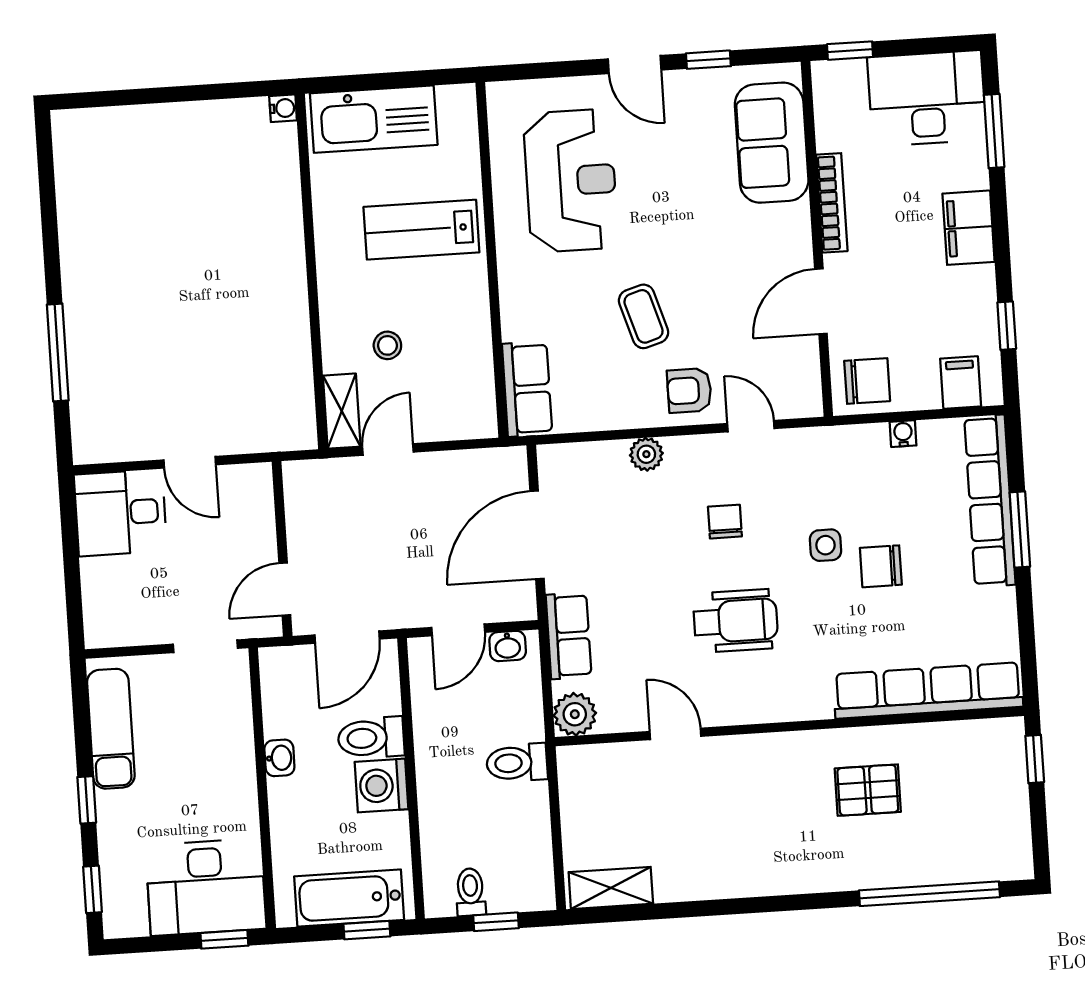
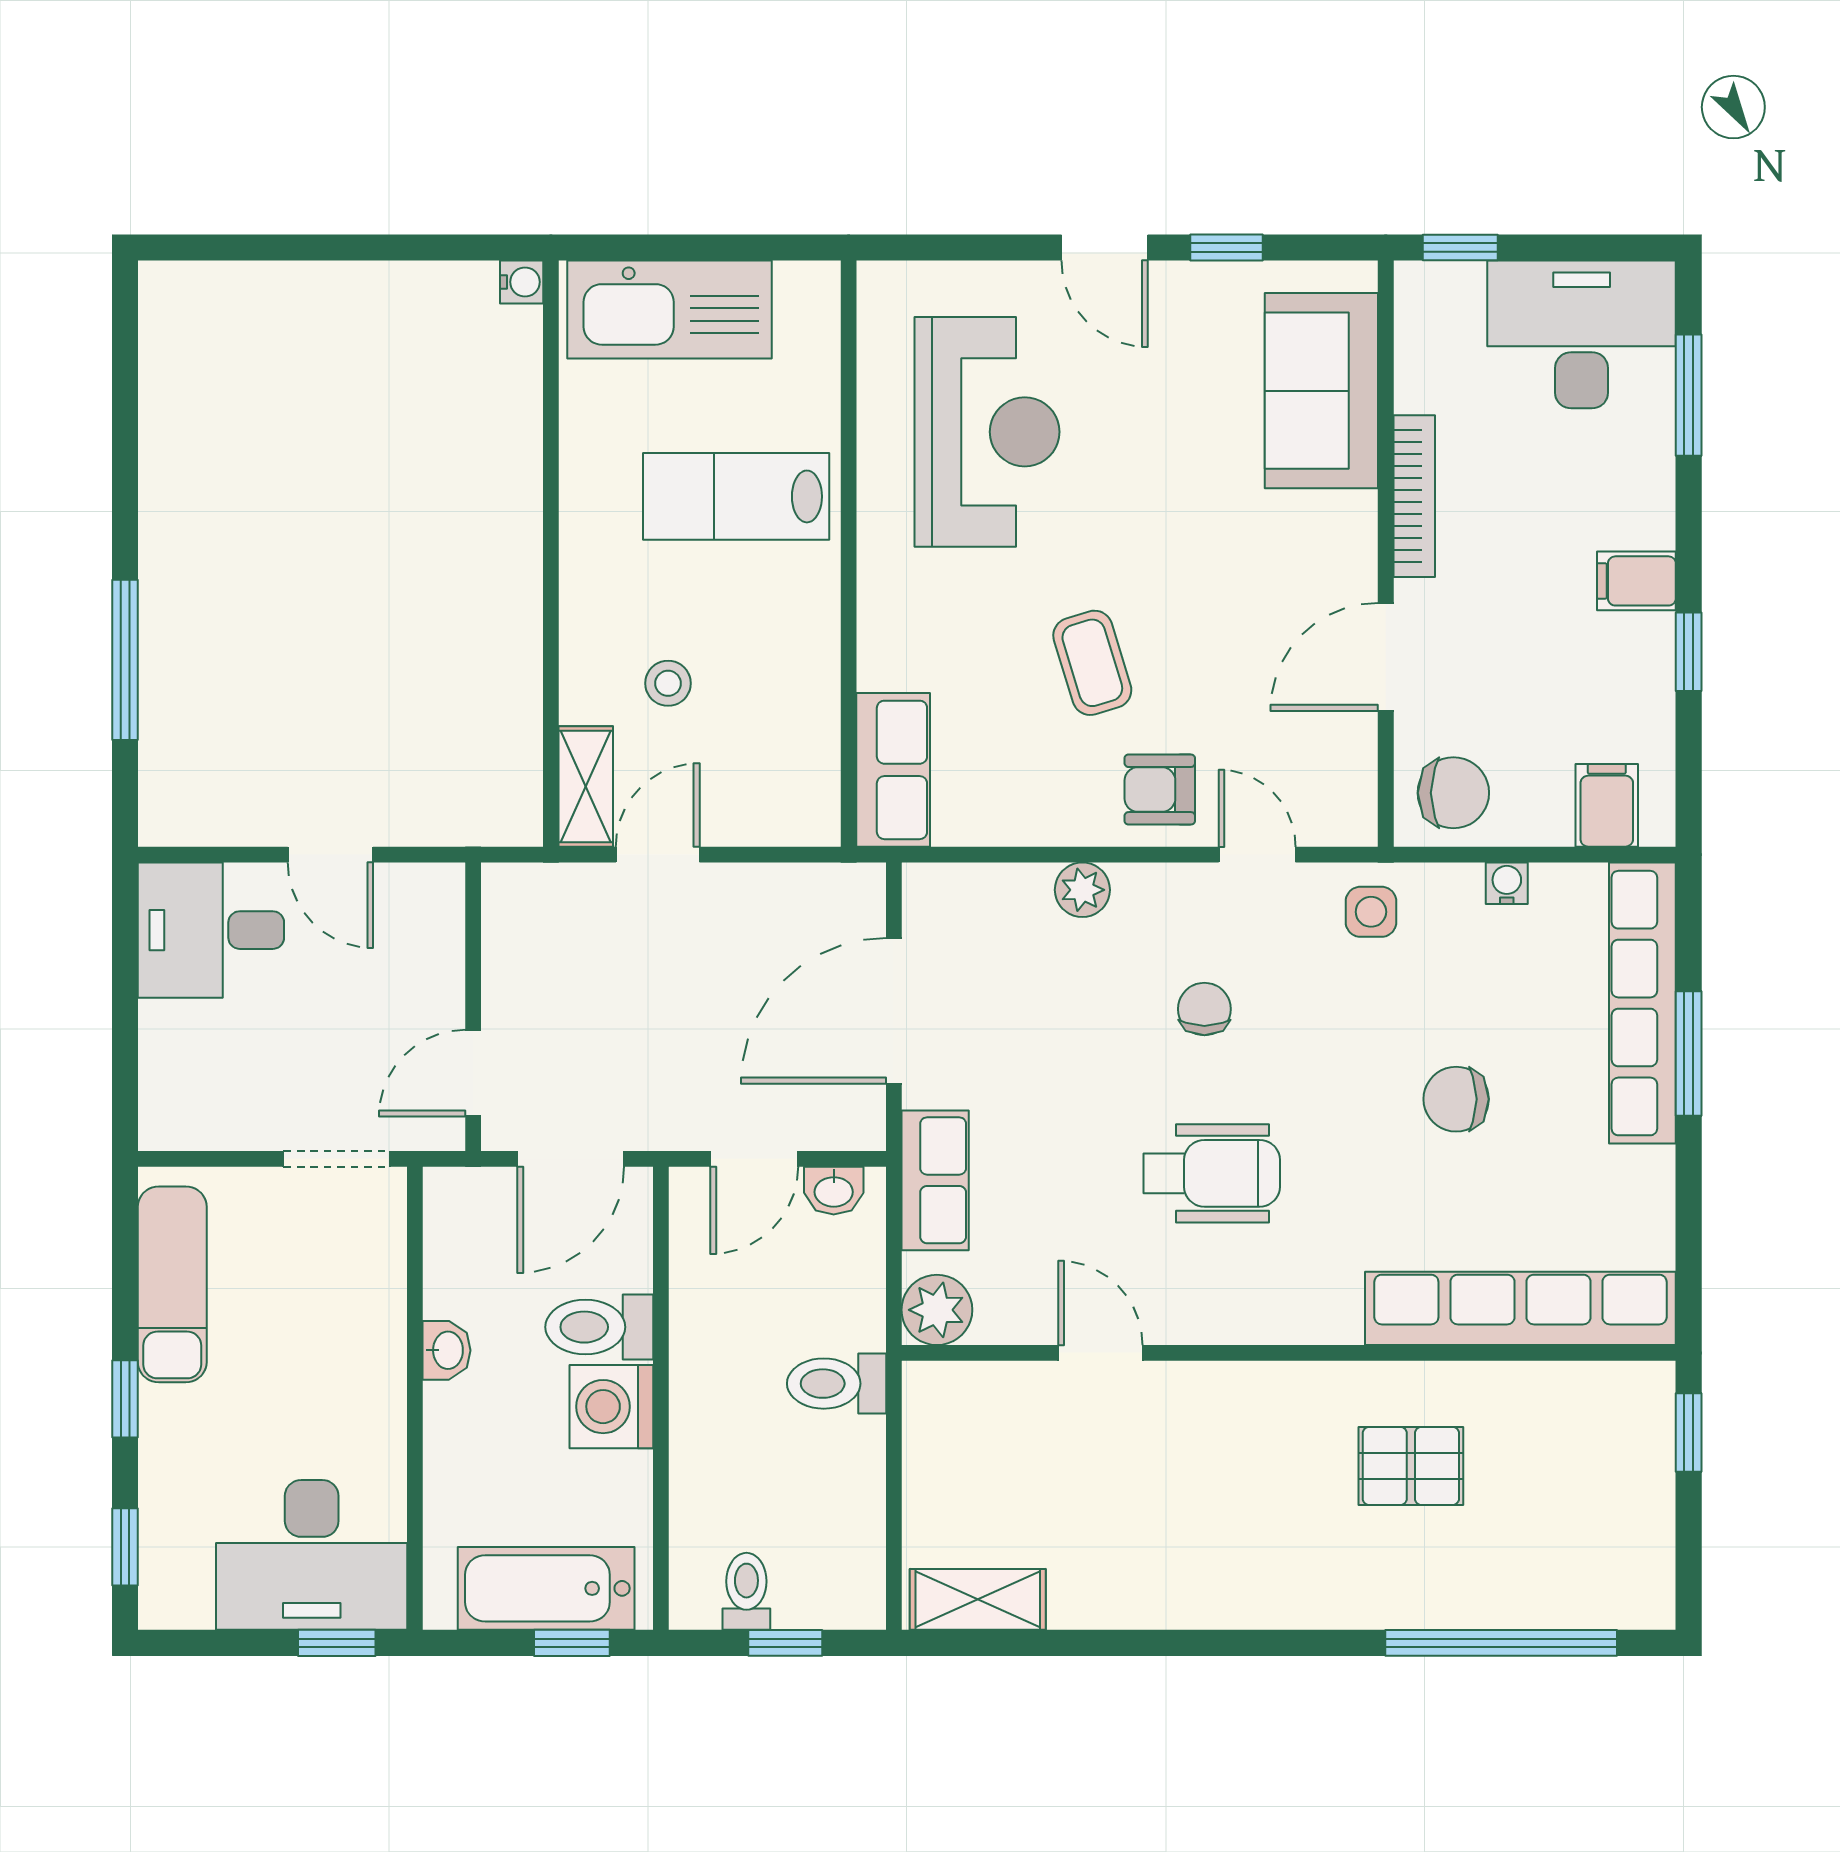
filing cabinet: (969, 228) -> (1636, 581), width x0.50
window: (1007, 326) -> (1689, 652), moved
side table: (825, 545) -> (1371, 912), moved

